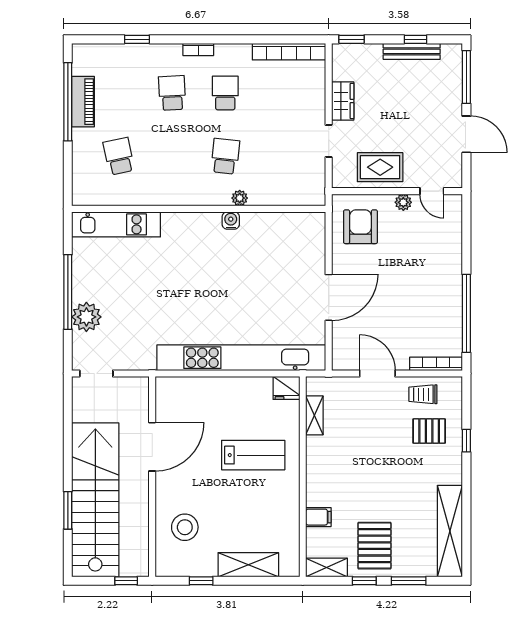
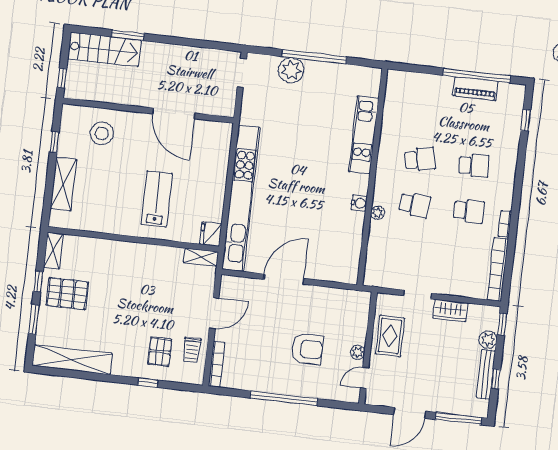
window: (137, 39) -> (526, 120), moved
bookcase: (198, 49) -> (505, 224), moved
plant: (371, 54) -> (488, 340), added
school desk: (119, 156) -> (420, 159), moved
kitchen unit: (116, 224) -> (364, 135), moved
armchair: (360, 227) -> (307, 349), moved
door: (329, 297) -> (284, 279), swing flipped
window: (466, 313) -> (284, 398), moved
trolley: (423, 394) -> (192, 350), turned 180
shelving: (314, 415) -> (201, 257), moved
lab bench: (253, 455) -> (157, 199), turned 180
stairs: (95, 500) -> (104, 49), width x0.54, depth x0.66
filing cabinet: (318, 517) -> (97, 249), removed

